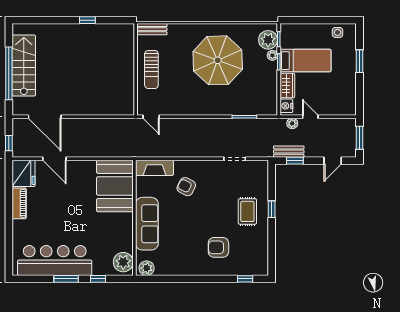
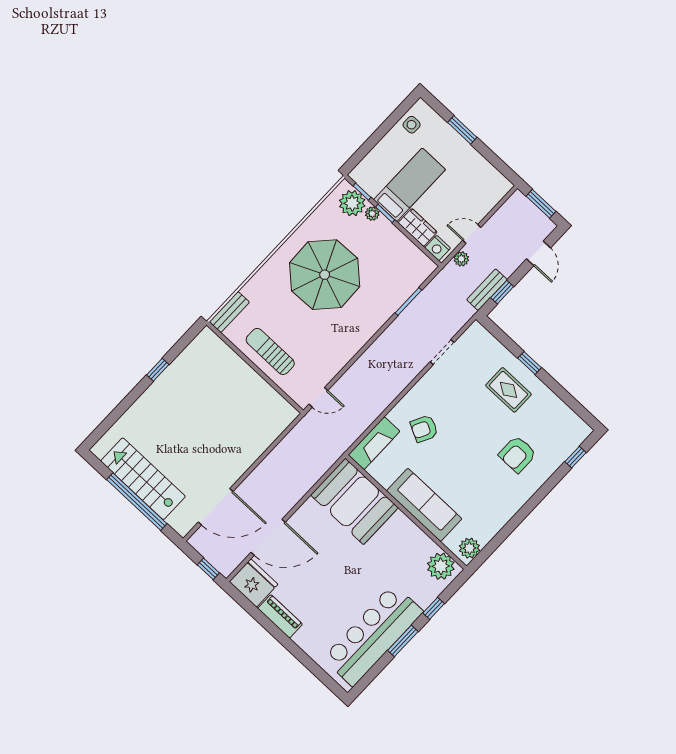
sun lounger: (151, 70) -> (270, 351), turned 180
door: (54, 159) -> (268, 537), width x1.36

